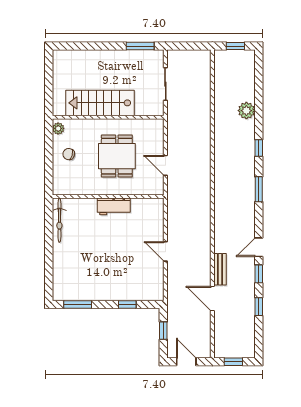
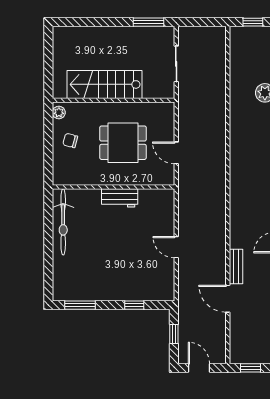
dining table: (117, 156) -> (123, 143), turned 90
bicycle: (59, 220) -> (63, 222), width x1.37, depth x1.40

